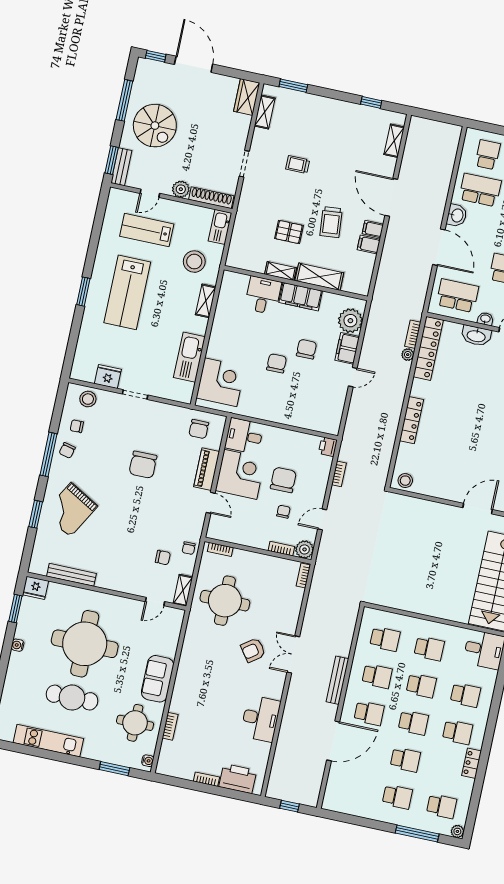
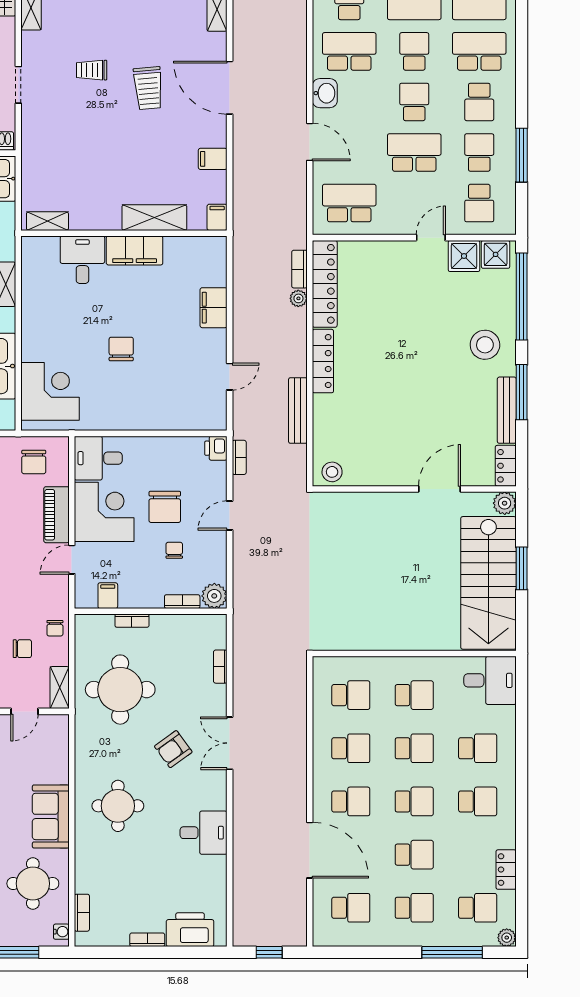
trolley: (331, 222) -> (148, 88), moved
filing cabinet: (373, 229) -> (217, 217), moved, turned 90
pallet: (289, 232) -> (100, 165), removed
door: (439, 247) -> (310, 142), width x0.73
shelving: (281, 271) -> (47, 221), moved
washbasin: (485, 319) -> (394, 227), removed
plant: (350, 321) -> (210, 269), removed
washbasin: (476, 336) -> (387, 252), removed
chair: (306, 349) -> (158, 321), removed
door: (353, 377) -> (230, 377), moved
locker: (412, 420) -> (323, 361), moved
bookcase: (339, 474) -> (239, 457), moved
chair: (283, 480) -> (165, 507), turned 180
door: (211, 503) -> (72, 560), swing flipped
door: (322, 519) -> (230, 516), moved
filing cabinet: (230, 533) -> (108, 596), added
bookcase: (220, 549) -> (132, 621), moved
bookcase: (303, 576) -> (220, 667), moved
bench: (337, 680) -> (298, 410), moved
round table: (206, 681) -> (118, 806), added
desk: (260, 719) -> (204, 833), width x0.73
bookcase: (170, 726) -> (82, 913), moved
door: (333, 741) -> (310, 850), hinge flipped
locker: (472, 763) -> (506, 870), moved
school desk: (353, 787) -> (351, 908), added

